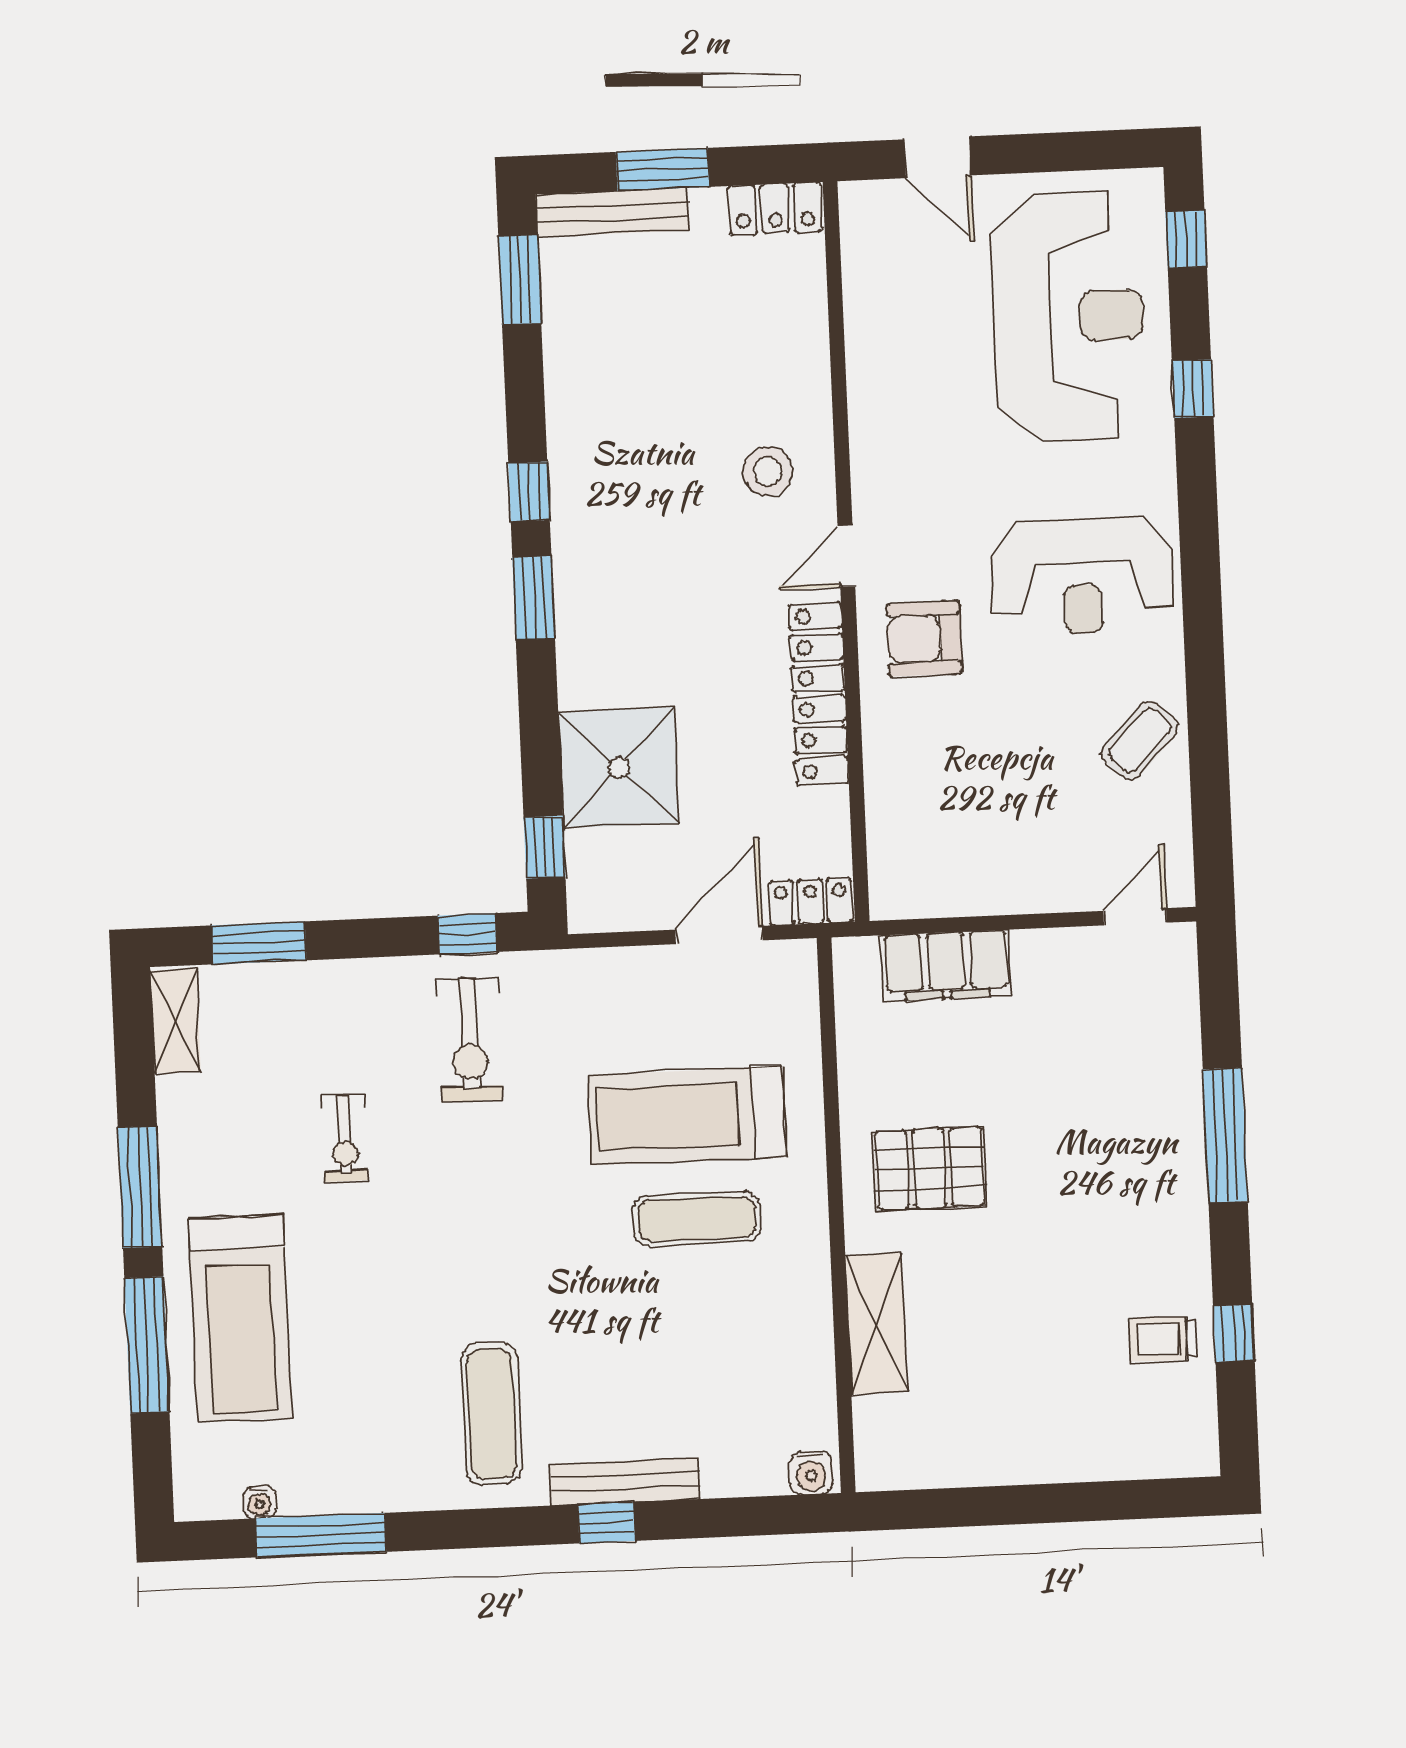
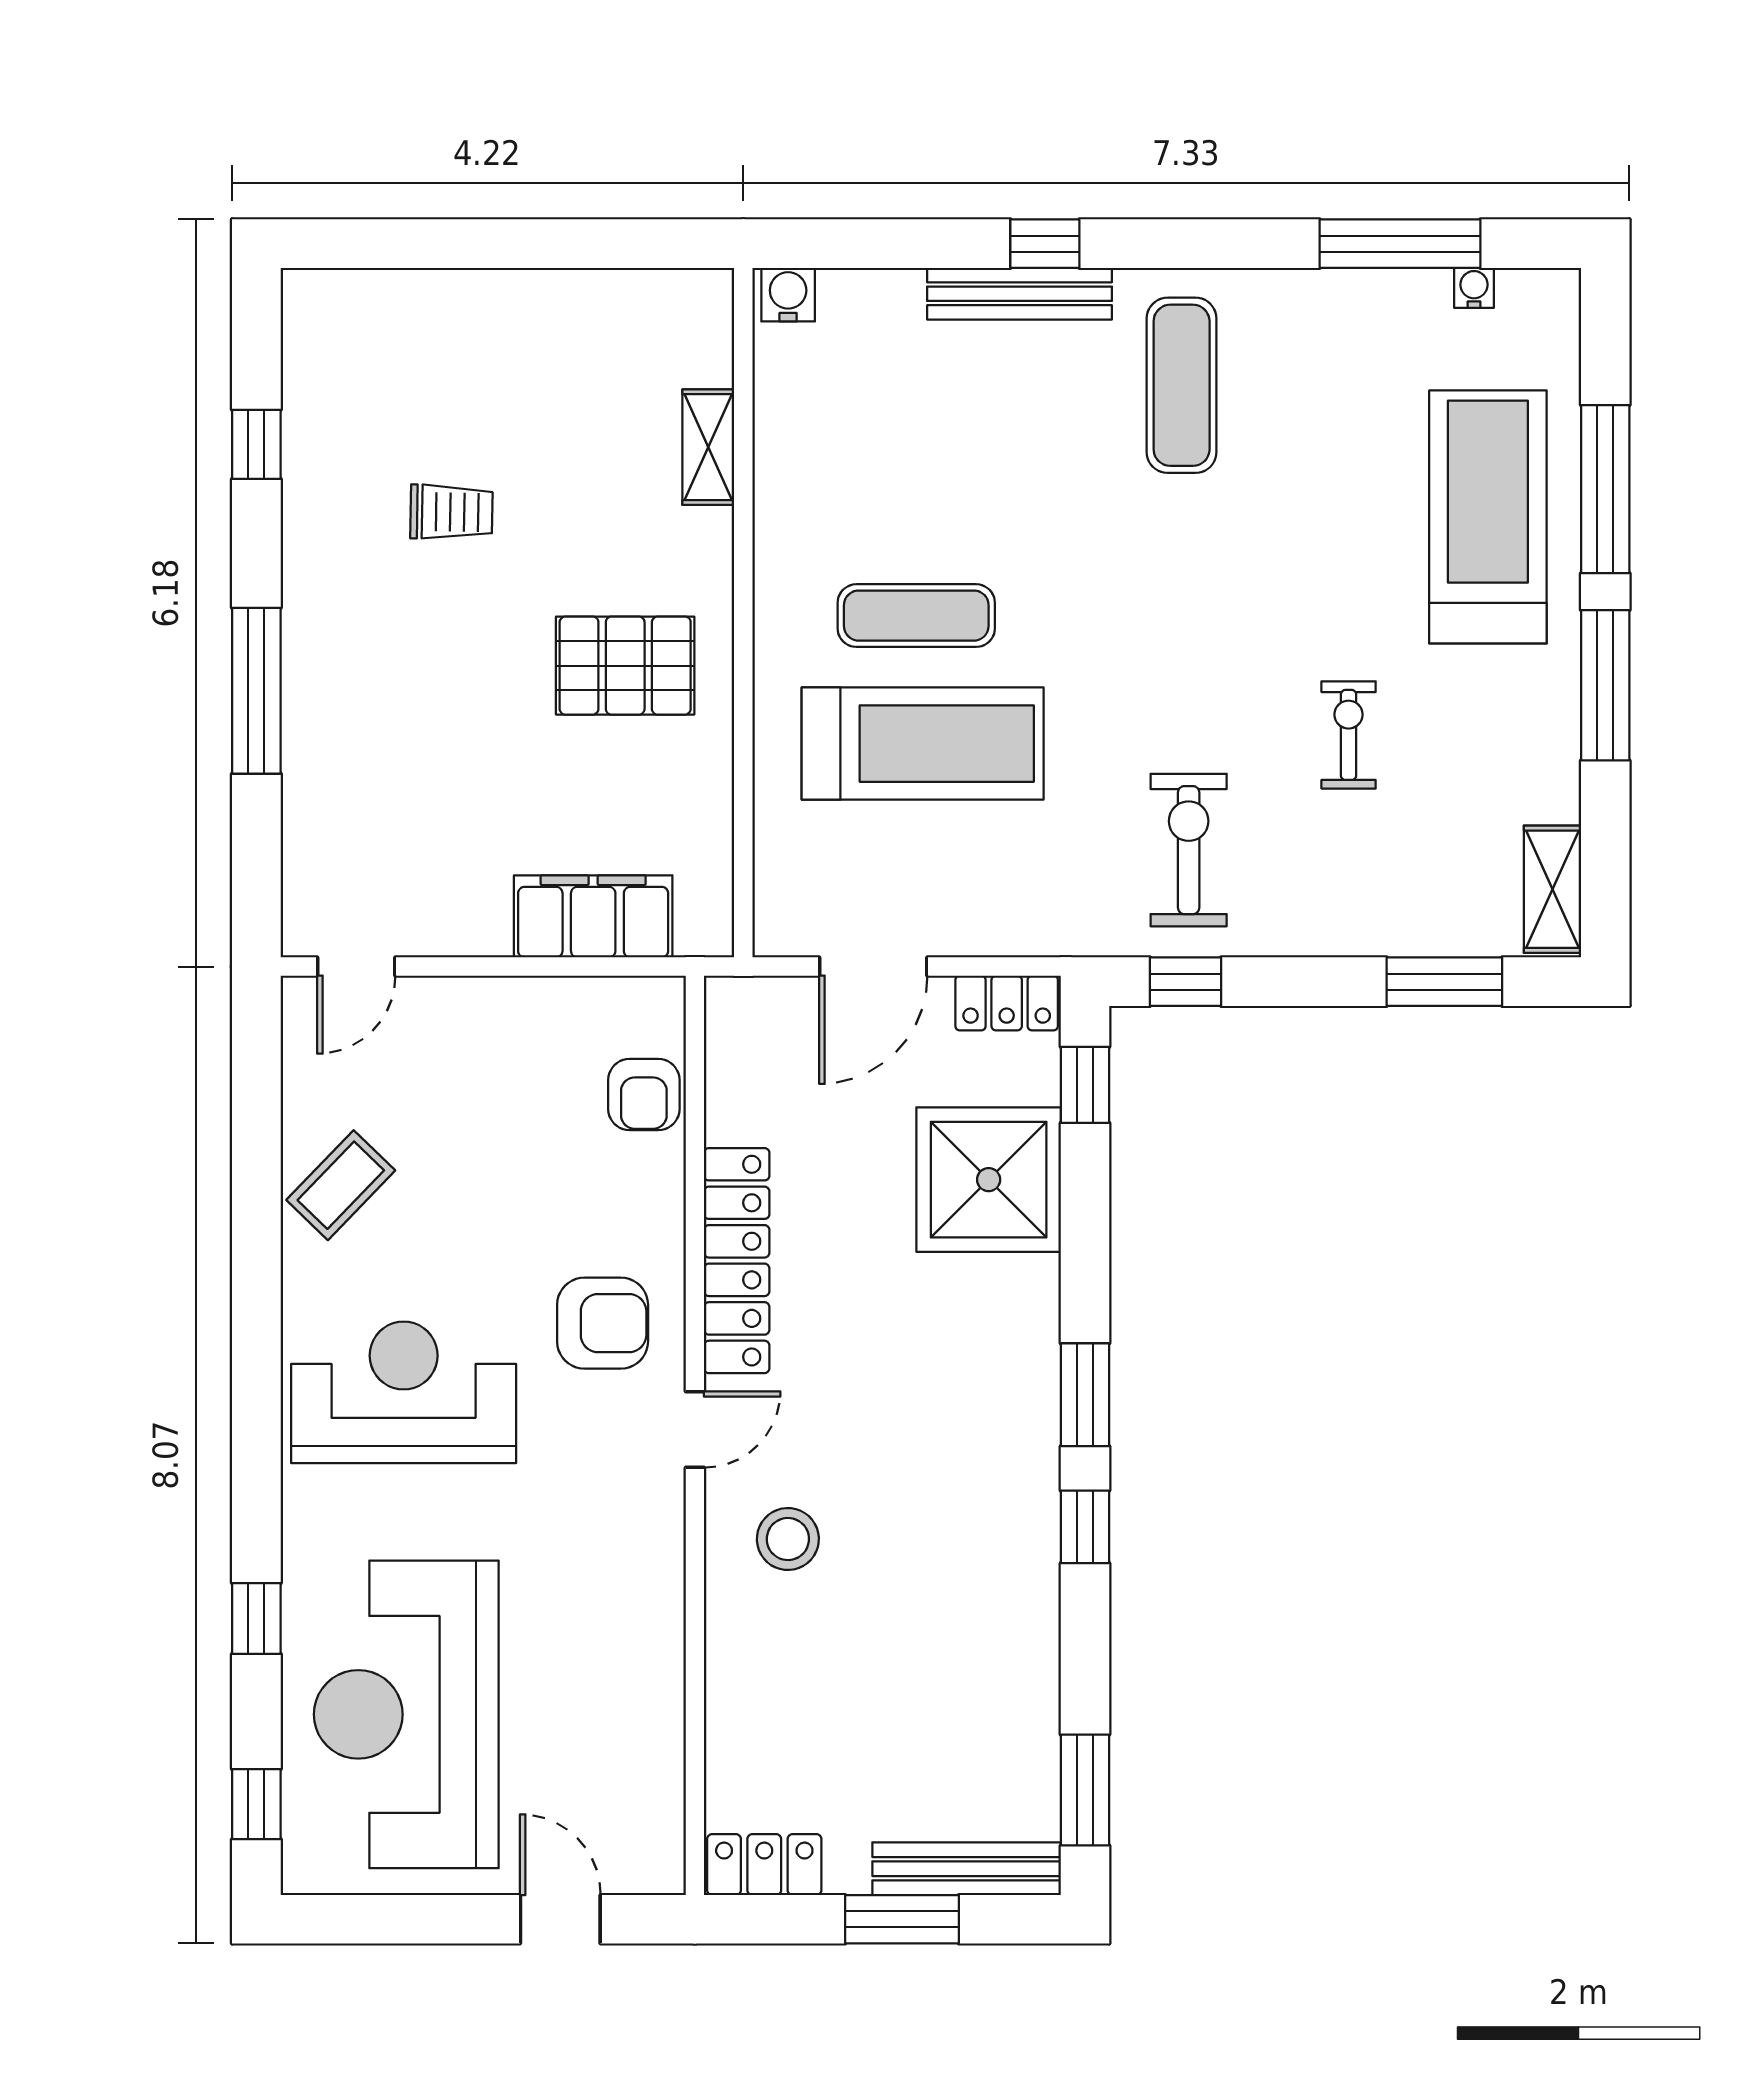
armchair: (899, 824) -> (644, 1095), added
locker: (810, 902) -> (1007, 1003), moved
shelving: (876, 1324) -> (708, 447), width x0.67, depth x0.75
trolley: (1163, 1339) -> (451, 512), moved

